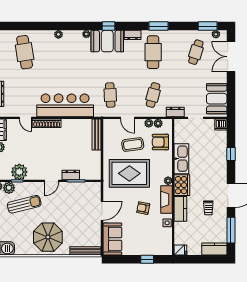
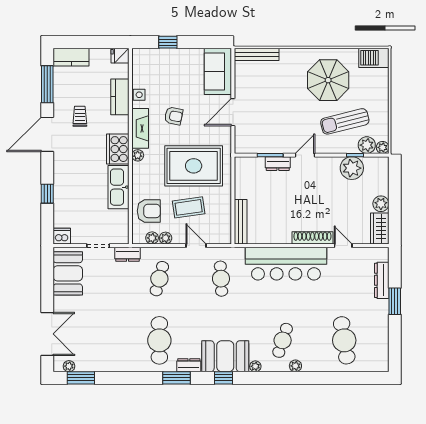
window: (159, 26) -> (177, 378), moved
cafe table: (196, 52) -> (283, 340), moved
kitchen counter: (180, 209) -> (120, 97), moved
parasol: (48, 237) -> (328, 80), moved

